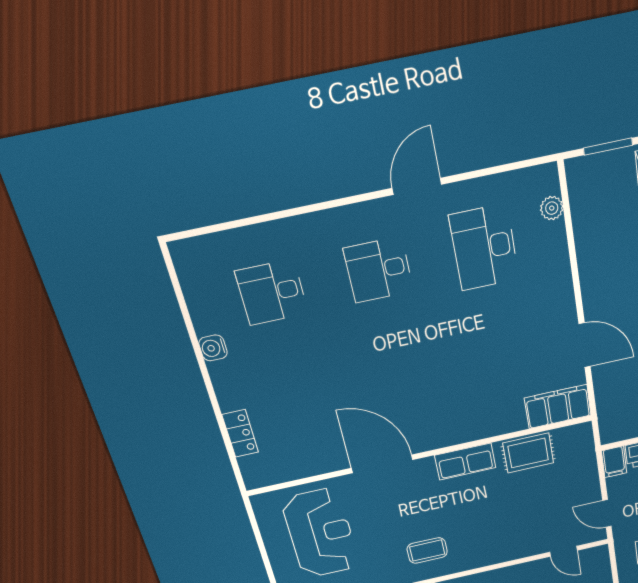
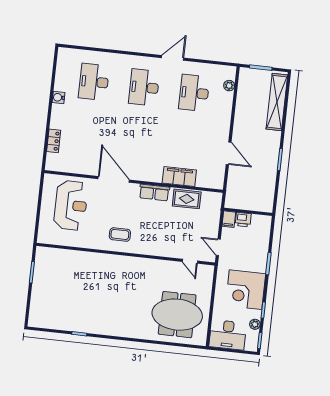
desk: (379, 270) -> (144, 87), width x1.37
desk: (272, 292) -> (94, 82), width x1.37
filing cabinet: (558, 407) -> (179, 177), moved

